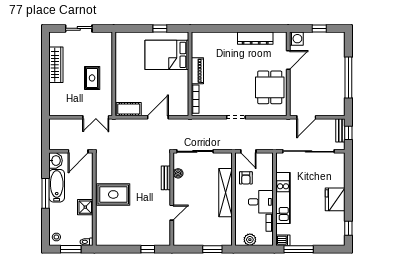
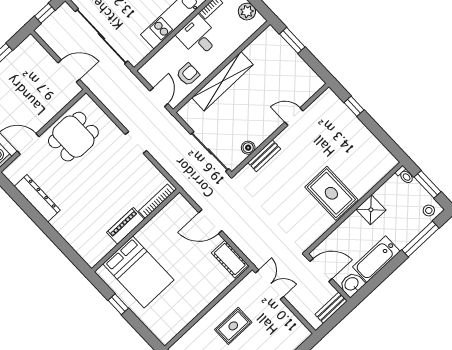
bench: (340, 130) -> (331, 308), moved
window: (46, 193) -> (420, 239), moved

